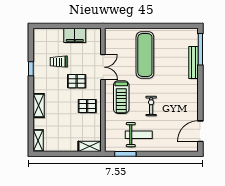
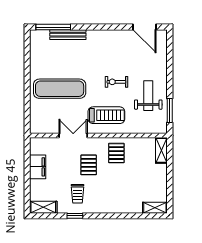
trolley: (59, 62) -> (78, 194), moved
shelving: (39, 106) -> (43, 207), moved

